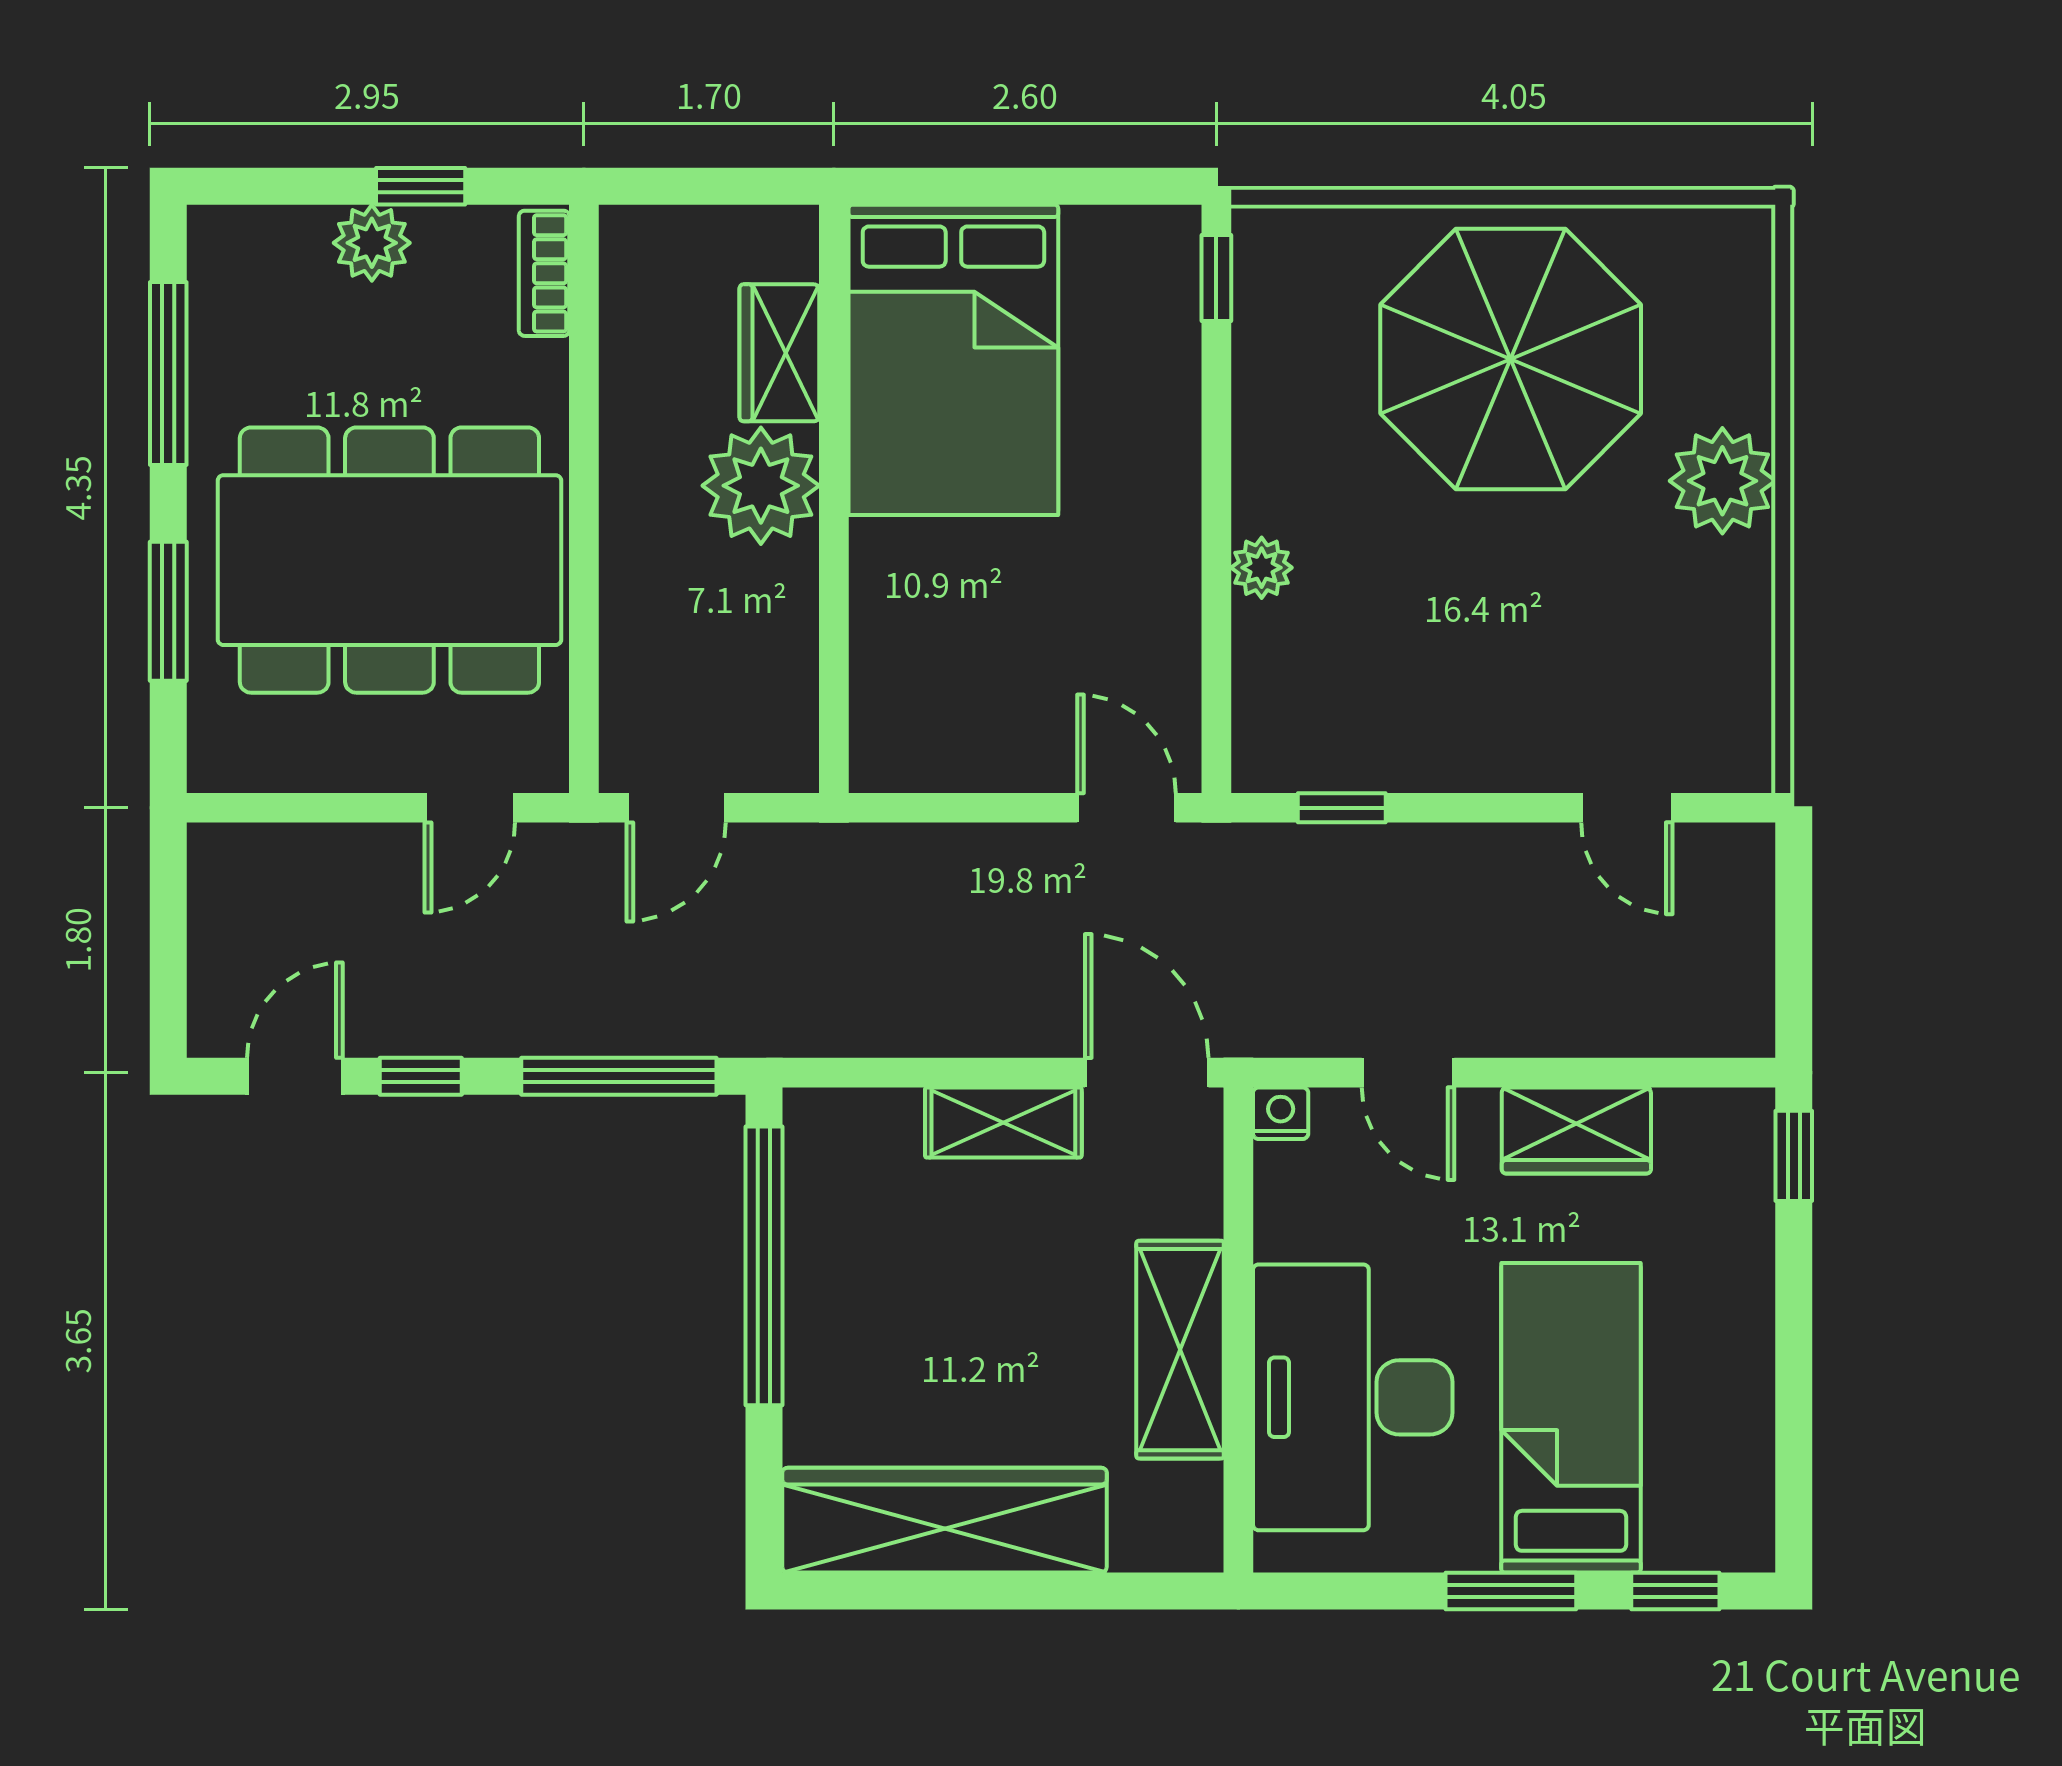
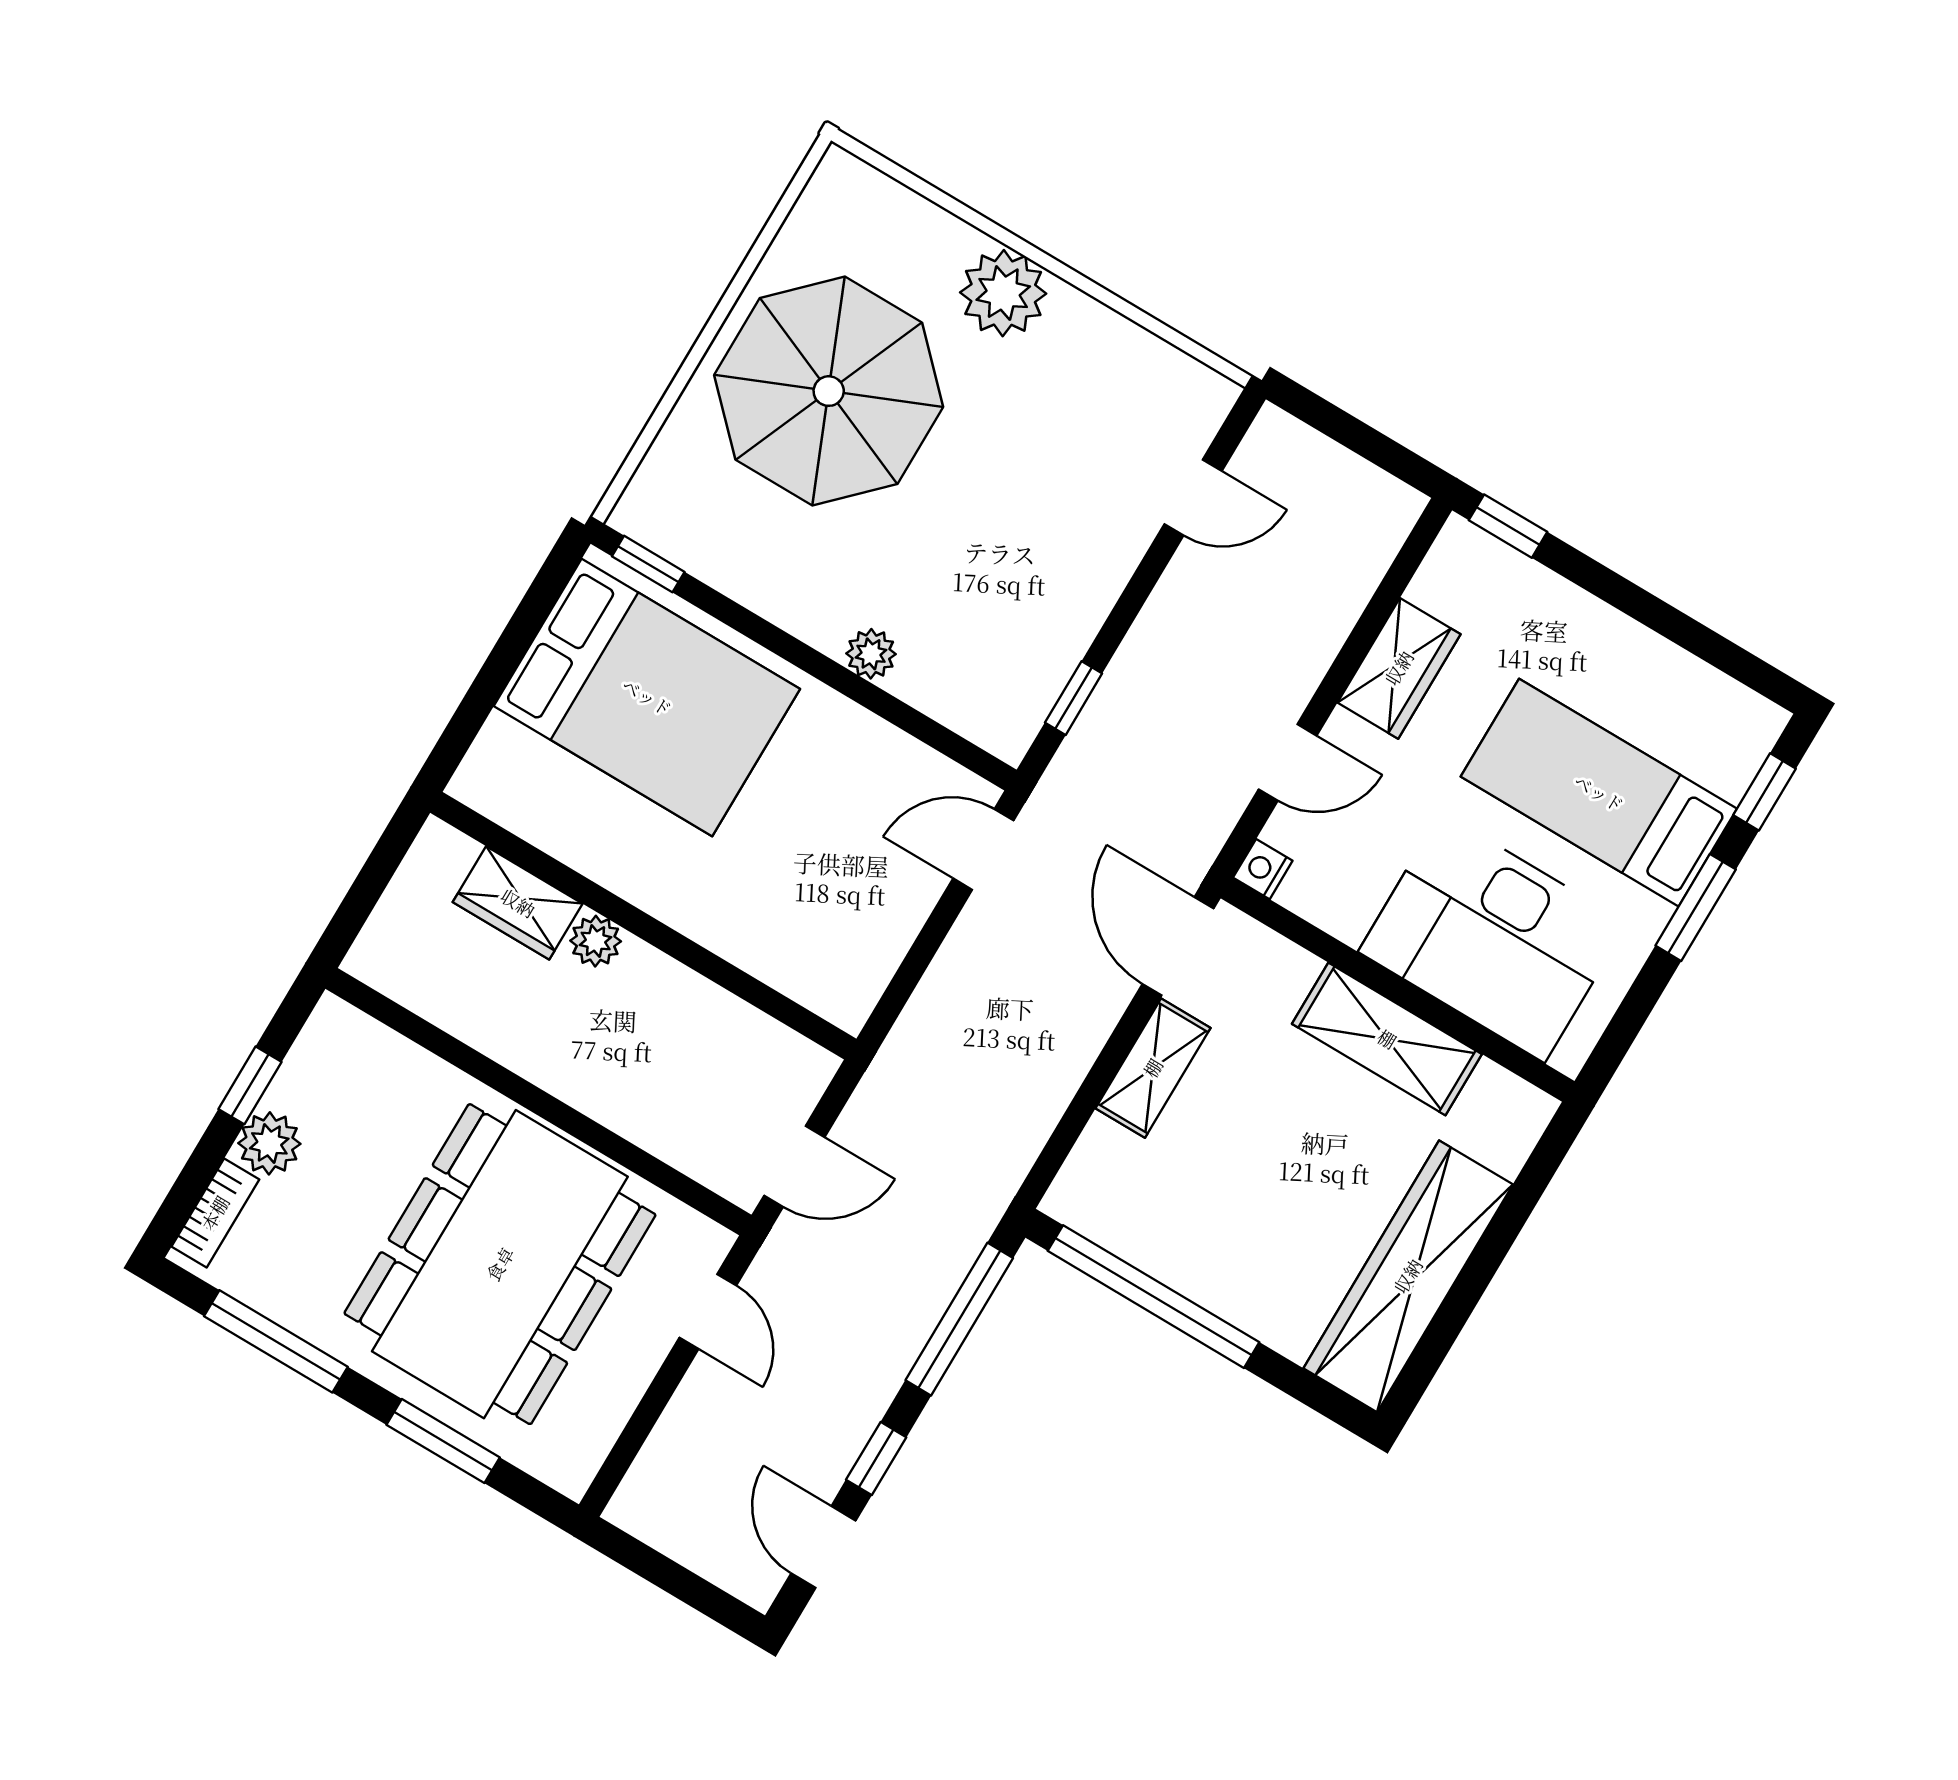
bookcase: (544, 273) -> (215, 1213), moved, turned -90
bed: (953, 360) -> (647, 697), moved
plant: (761, 486) -> (596, 941), width x0.53, depth x0.53
door: (676, 808) -> (794, 1166), hinge flipped
door: (1147, 1073) -> (1178, 946), hinge flipped

